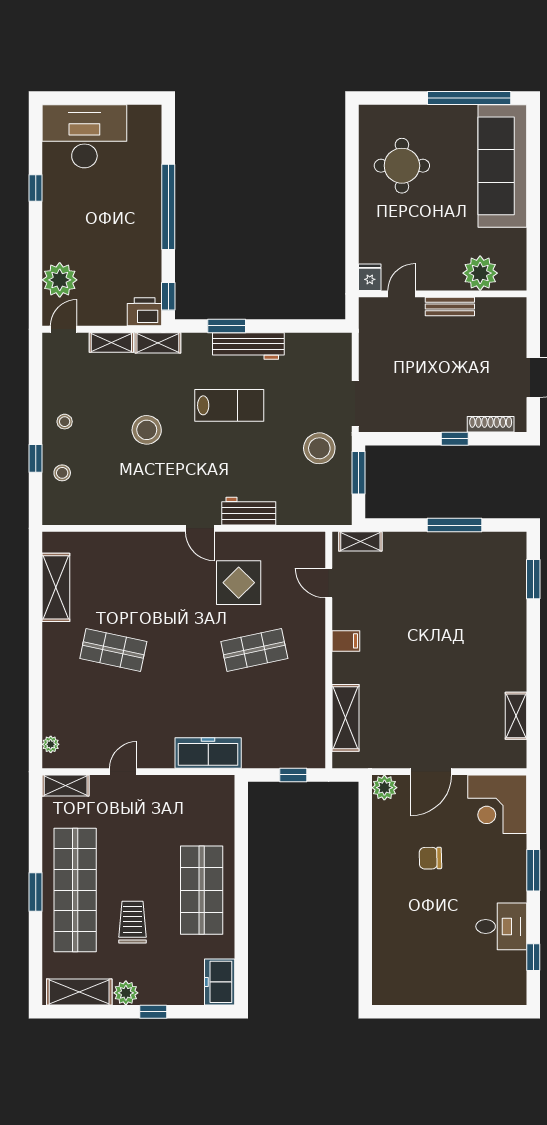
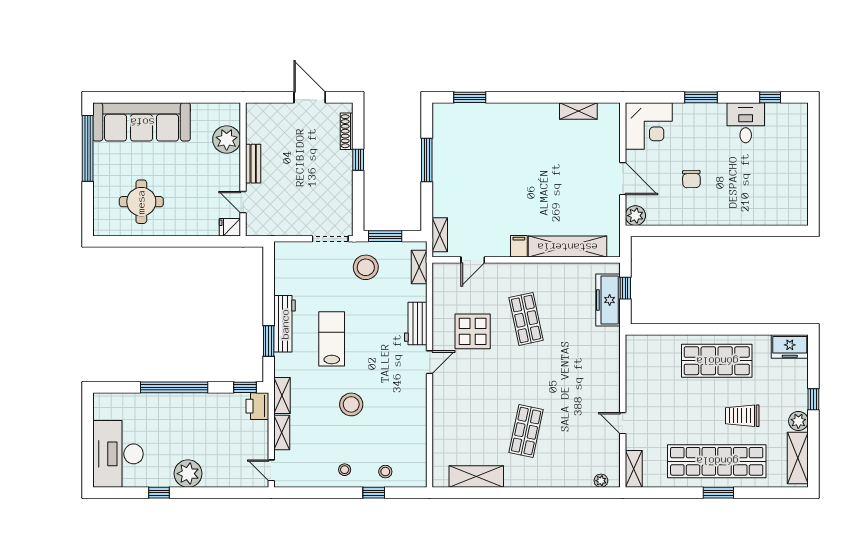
plant: (60, 280) -> (188, 474), moved
shelving: (320, 515) -> (419, 267), added
shelving: (345, 718) -> (567, 247), width x1.47
freezer: (208, 753) -> (608, 300), moved

